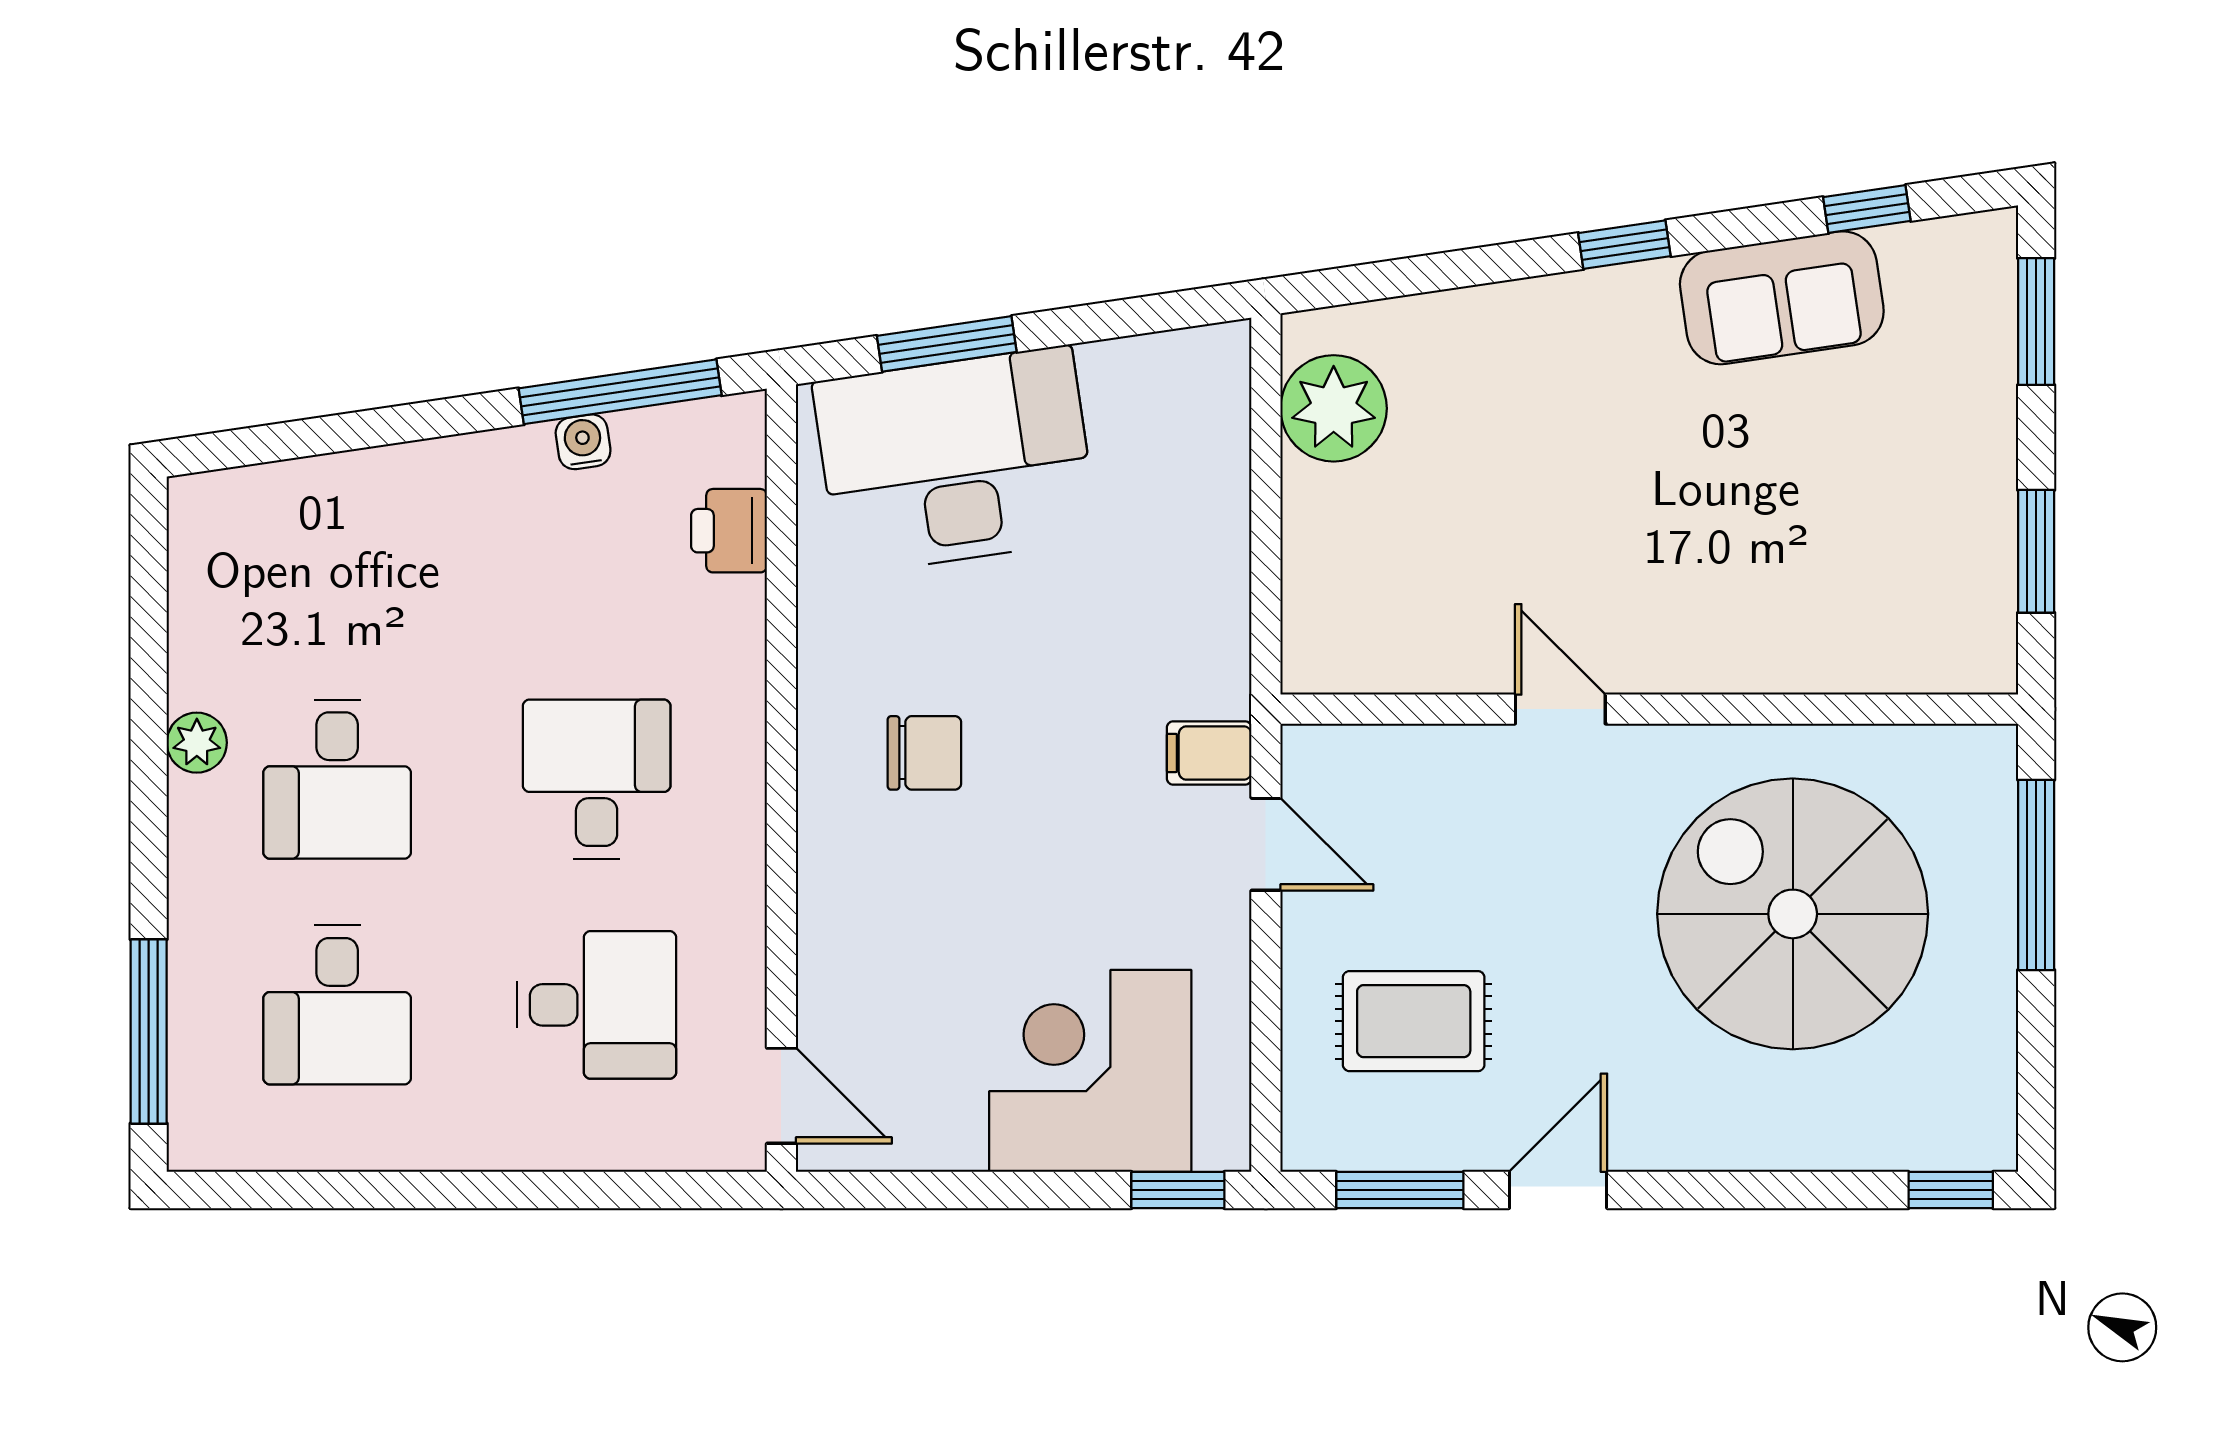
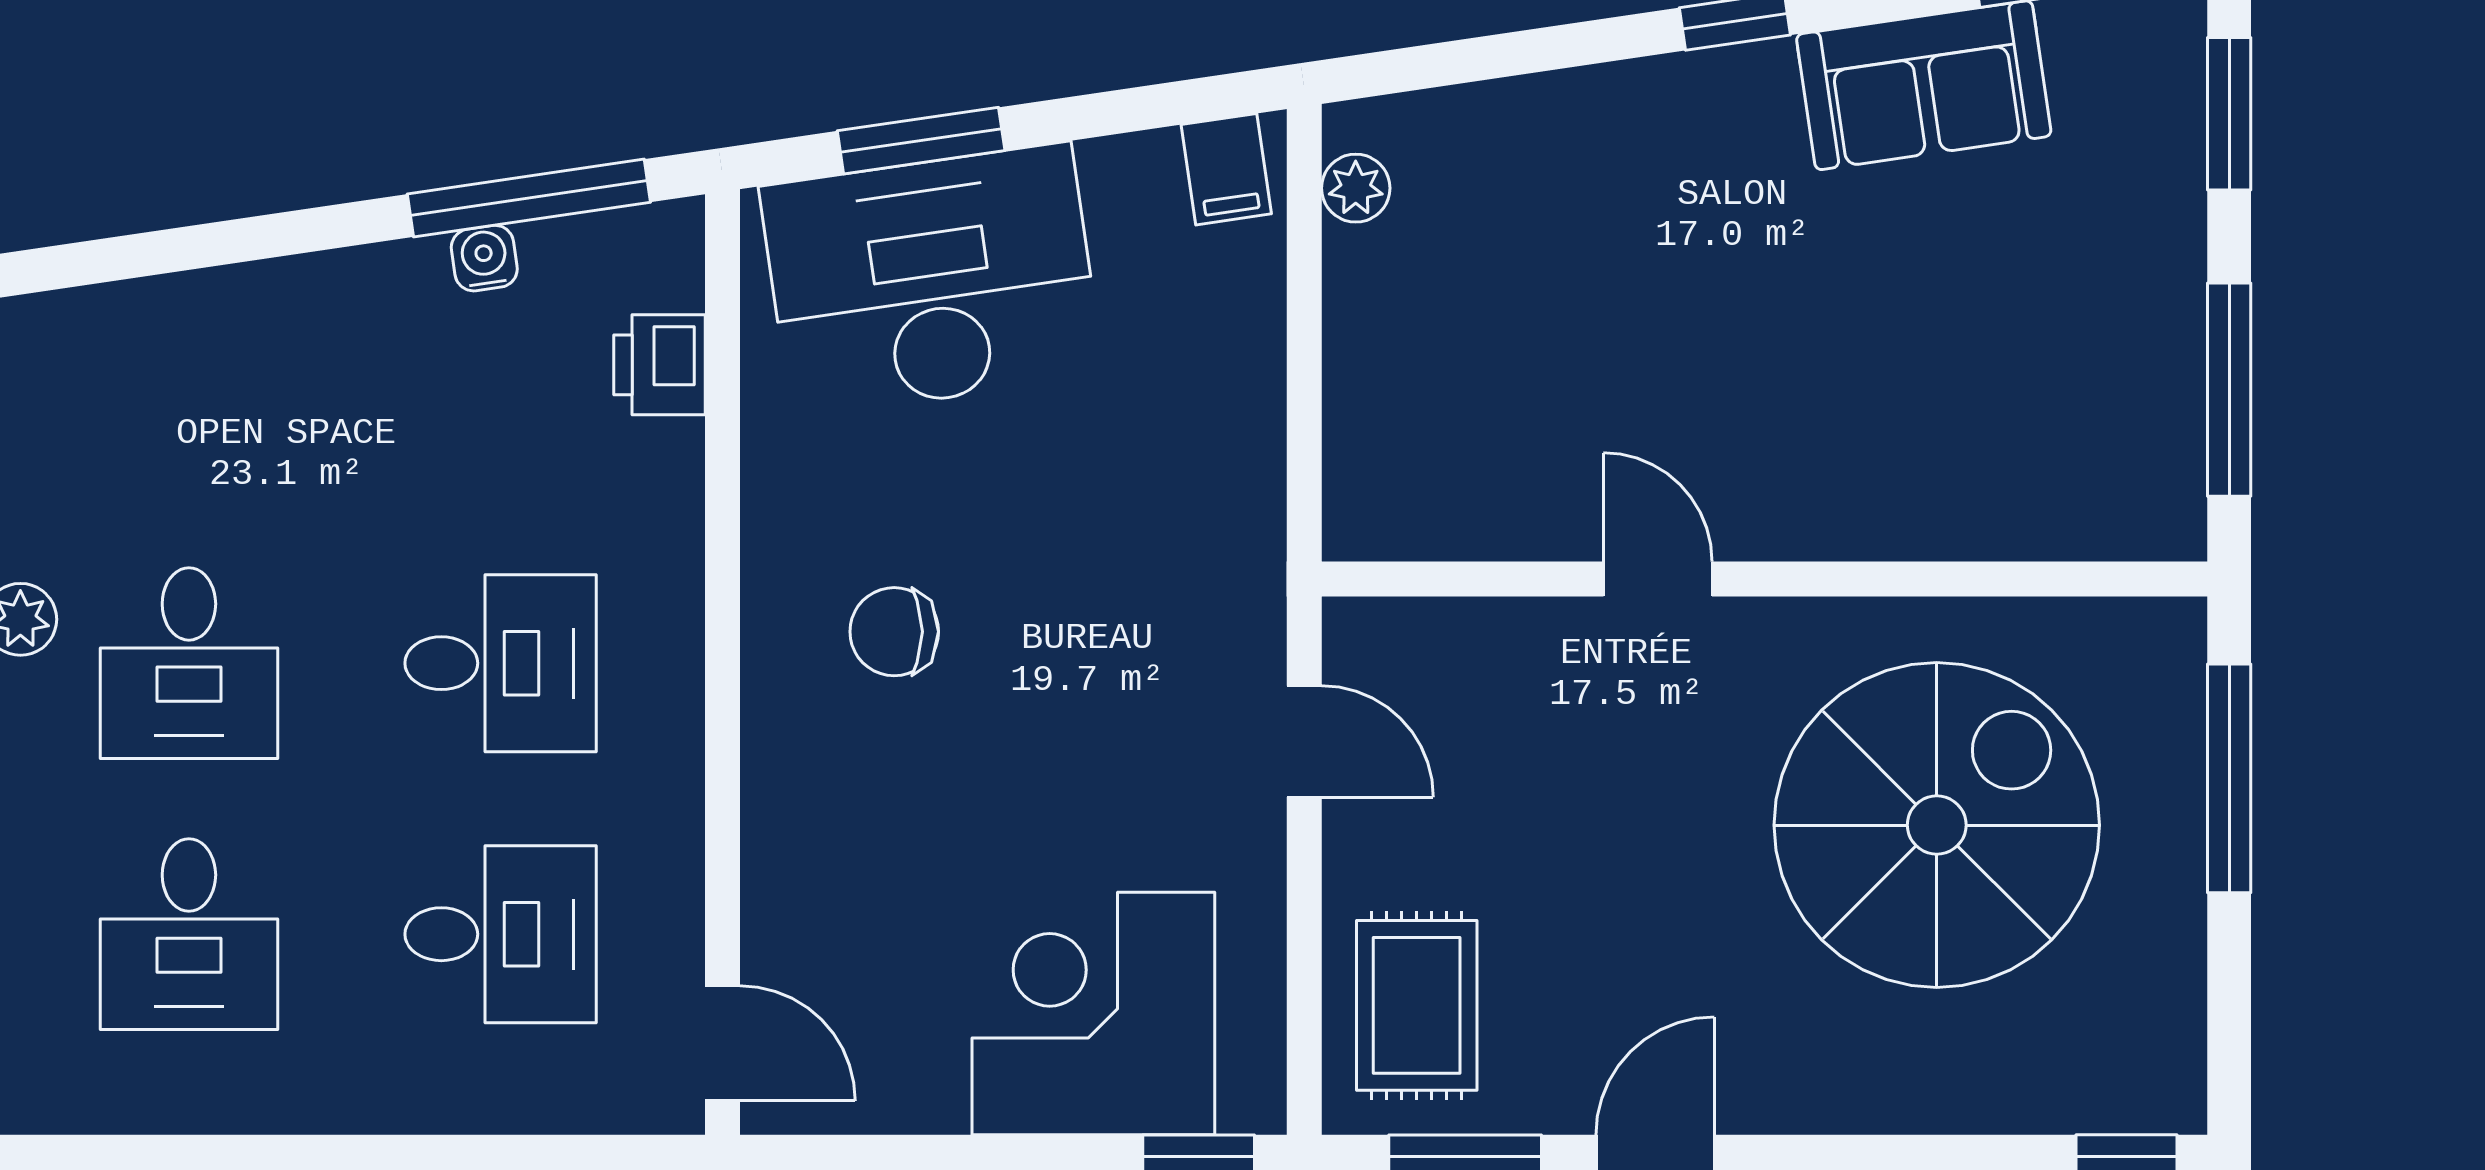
plant: (1334, 408) -> (1356, 188), width x0.53, depth x0.53
window: (2036, 551) -> (2229, 390), width x1.44
chair: (924, 753) -> (894, 632), turned 180
filing cabinet: (1209, 753) -> (1226, 169), moved, turned -98
desk: (597, 779) -> (501, 663), turned 90
spiral stairs: (1793, 914) -> (1937, 825), turned 90
rug: (1414, 1021) -> (1417, 1005), moved, turned 90

